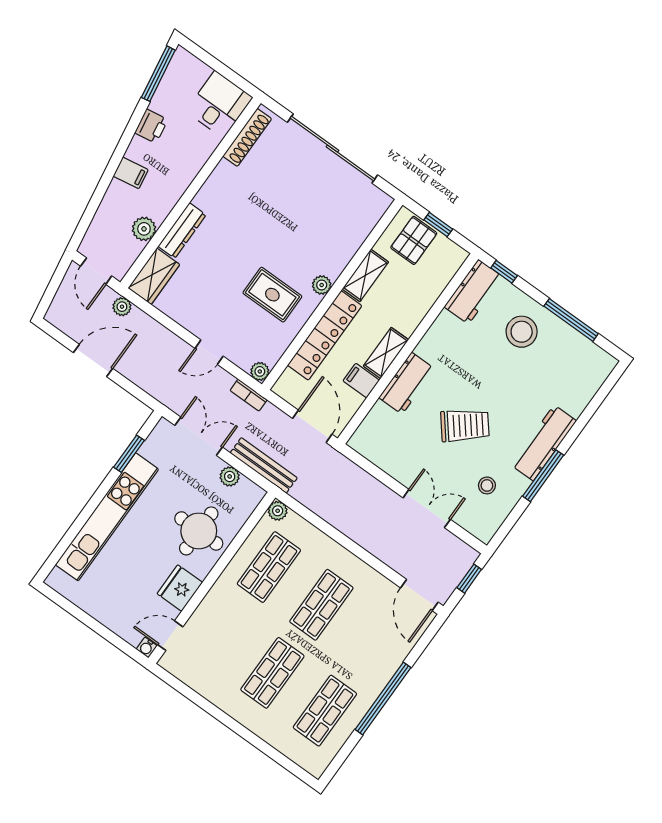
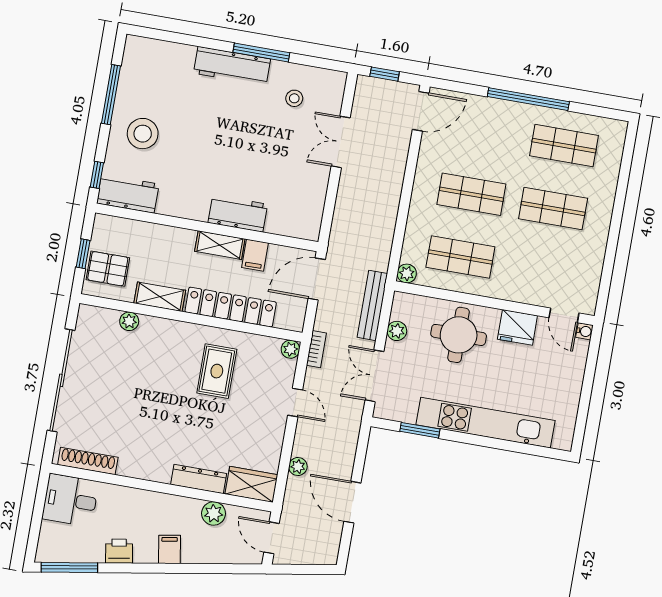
door: (96, 271) -> (272, 538), swing flipped
plant: (322, 285) -> (129, 321), moved
plant: (122, 307) -> (298, 467), moved
trolley: (465, 425) -> (250, 144), removed

